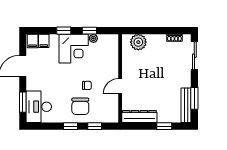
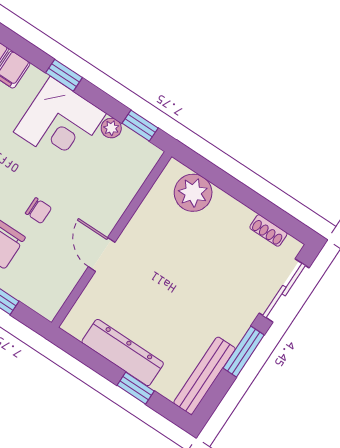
window: (89, 31) -> (140, 126), moved
door: (120, 86) -> (102, 255), hinge flipped
window: (194, 98) -> (244, 352), moved
dresser: (139, 116) -> (123, 353), moved

